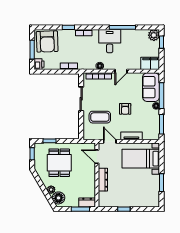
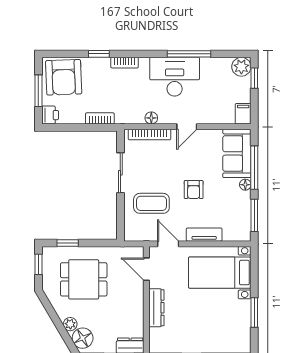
desk: (110, 41) -> (175, 77), width x1.37
filing cabinet: (150, 63) -> (243, 114), width x0.50
dining table: (59, 163) -> (84, 279), turned 90

